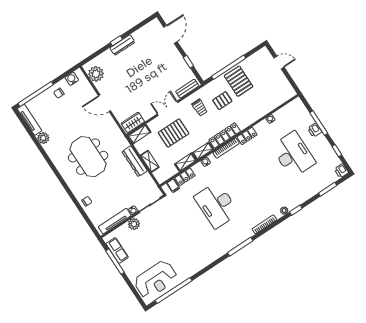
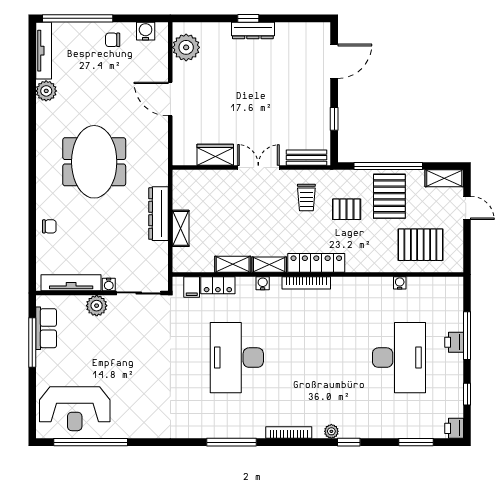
wardrobe: (133, 122) -> (215, 155), moved
pallet: (174, 133) -> (420, 245), moved
shelving: (139, 134) -> (444, 178), moved
locker: (247, 136) -> (349, 285), removed

